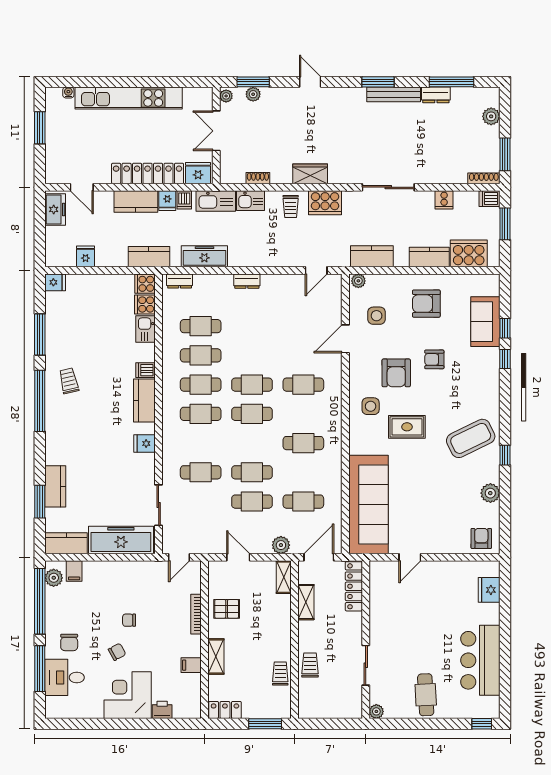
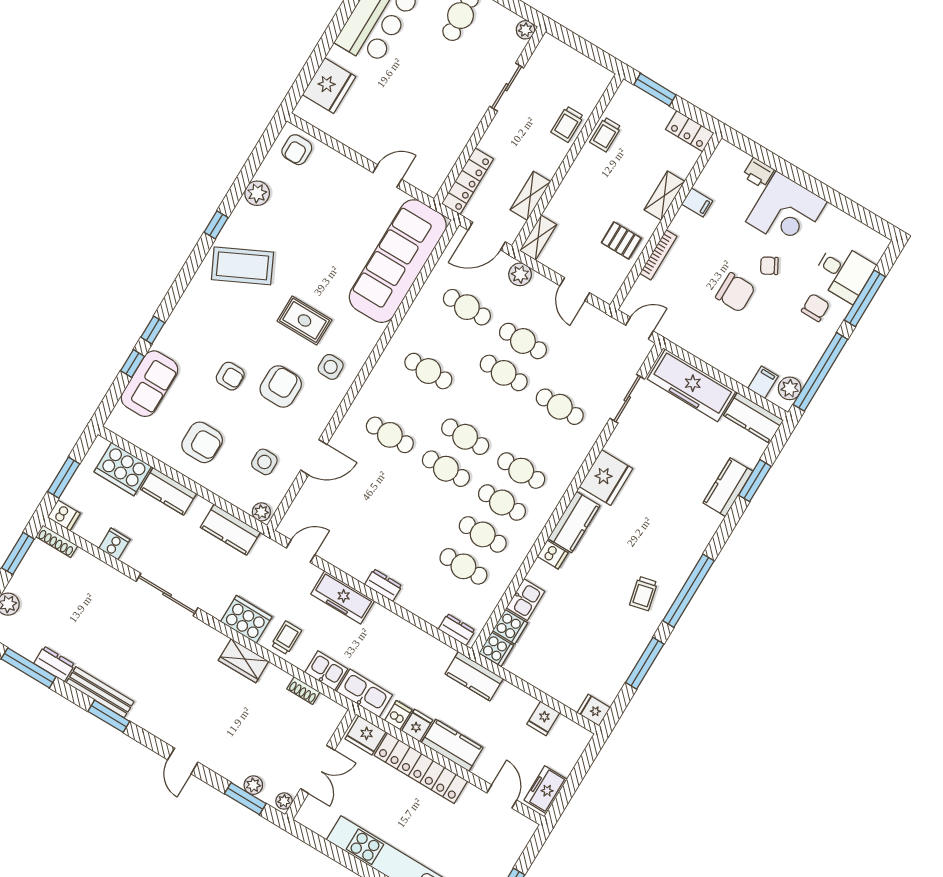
freezer: (204, 256) -> (343, 597), moved
fridge: (144, 443) -> (606, 478), width x1.88, depth x1.34
fridge: (489, 590) -> (329, 86), width x1.36, depth x1.34
chair: (129, 620) -> (735, 292), width x1.87, depth x1.87

